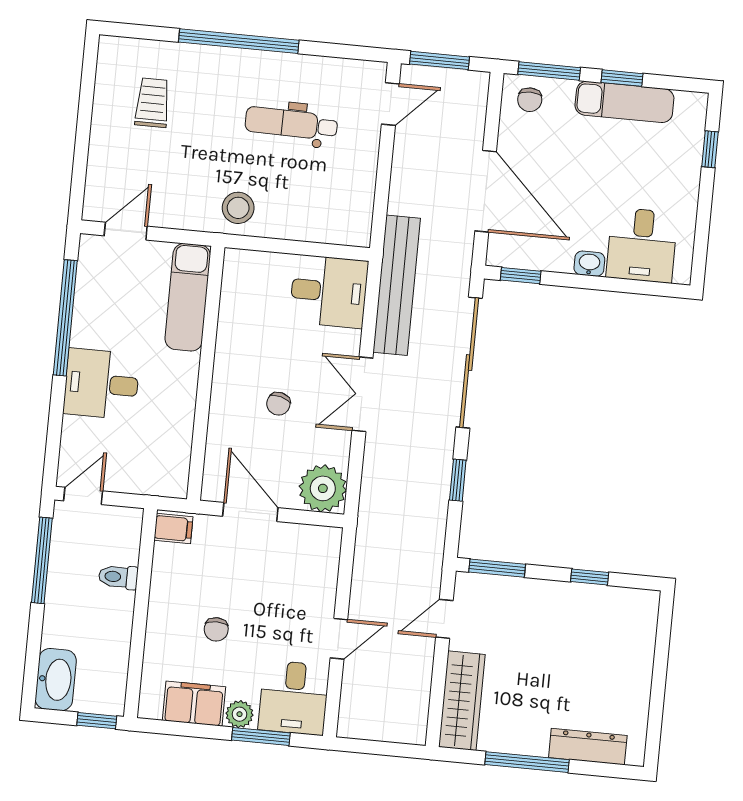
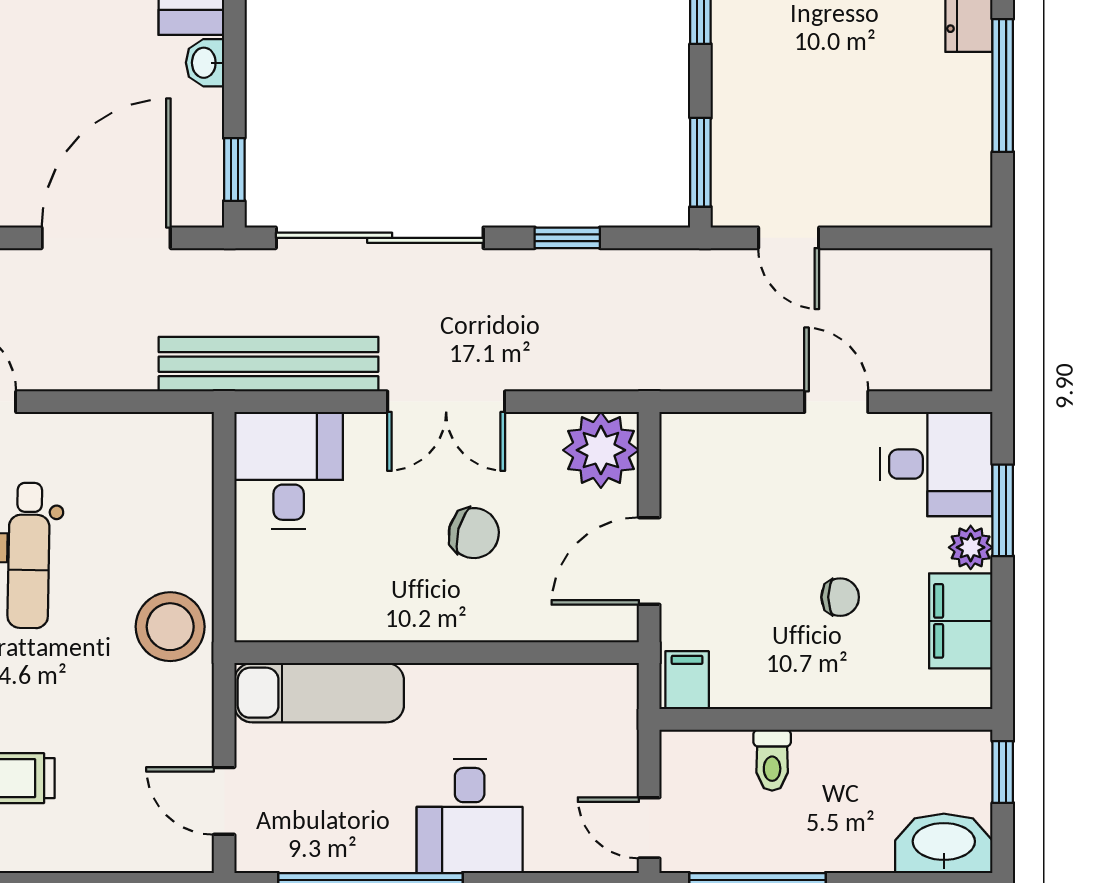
stool: (238, 208) -> (170, 627), width x1.38, depth x1.38
chair: (278, 404) -> (474, 533), width x1.37, depth x1.37
wardrobe: (462, 701) -> (915, 198), removed

